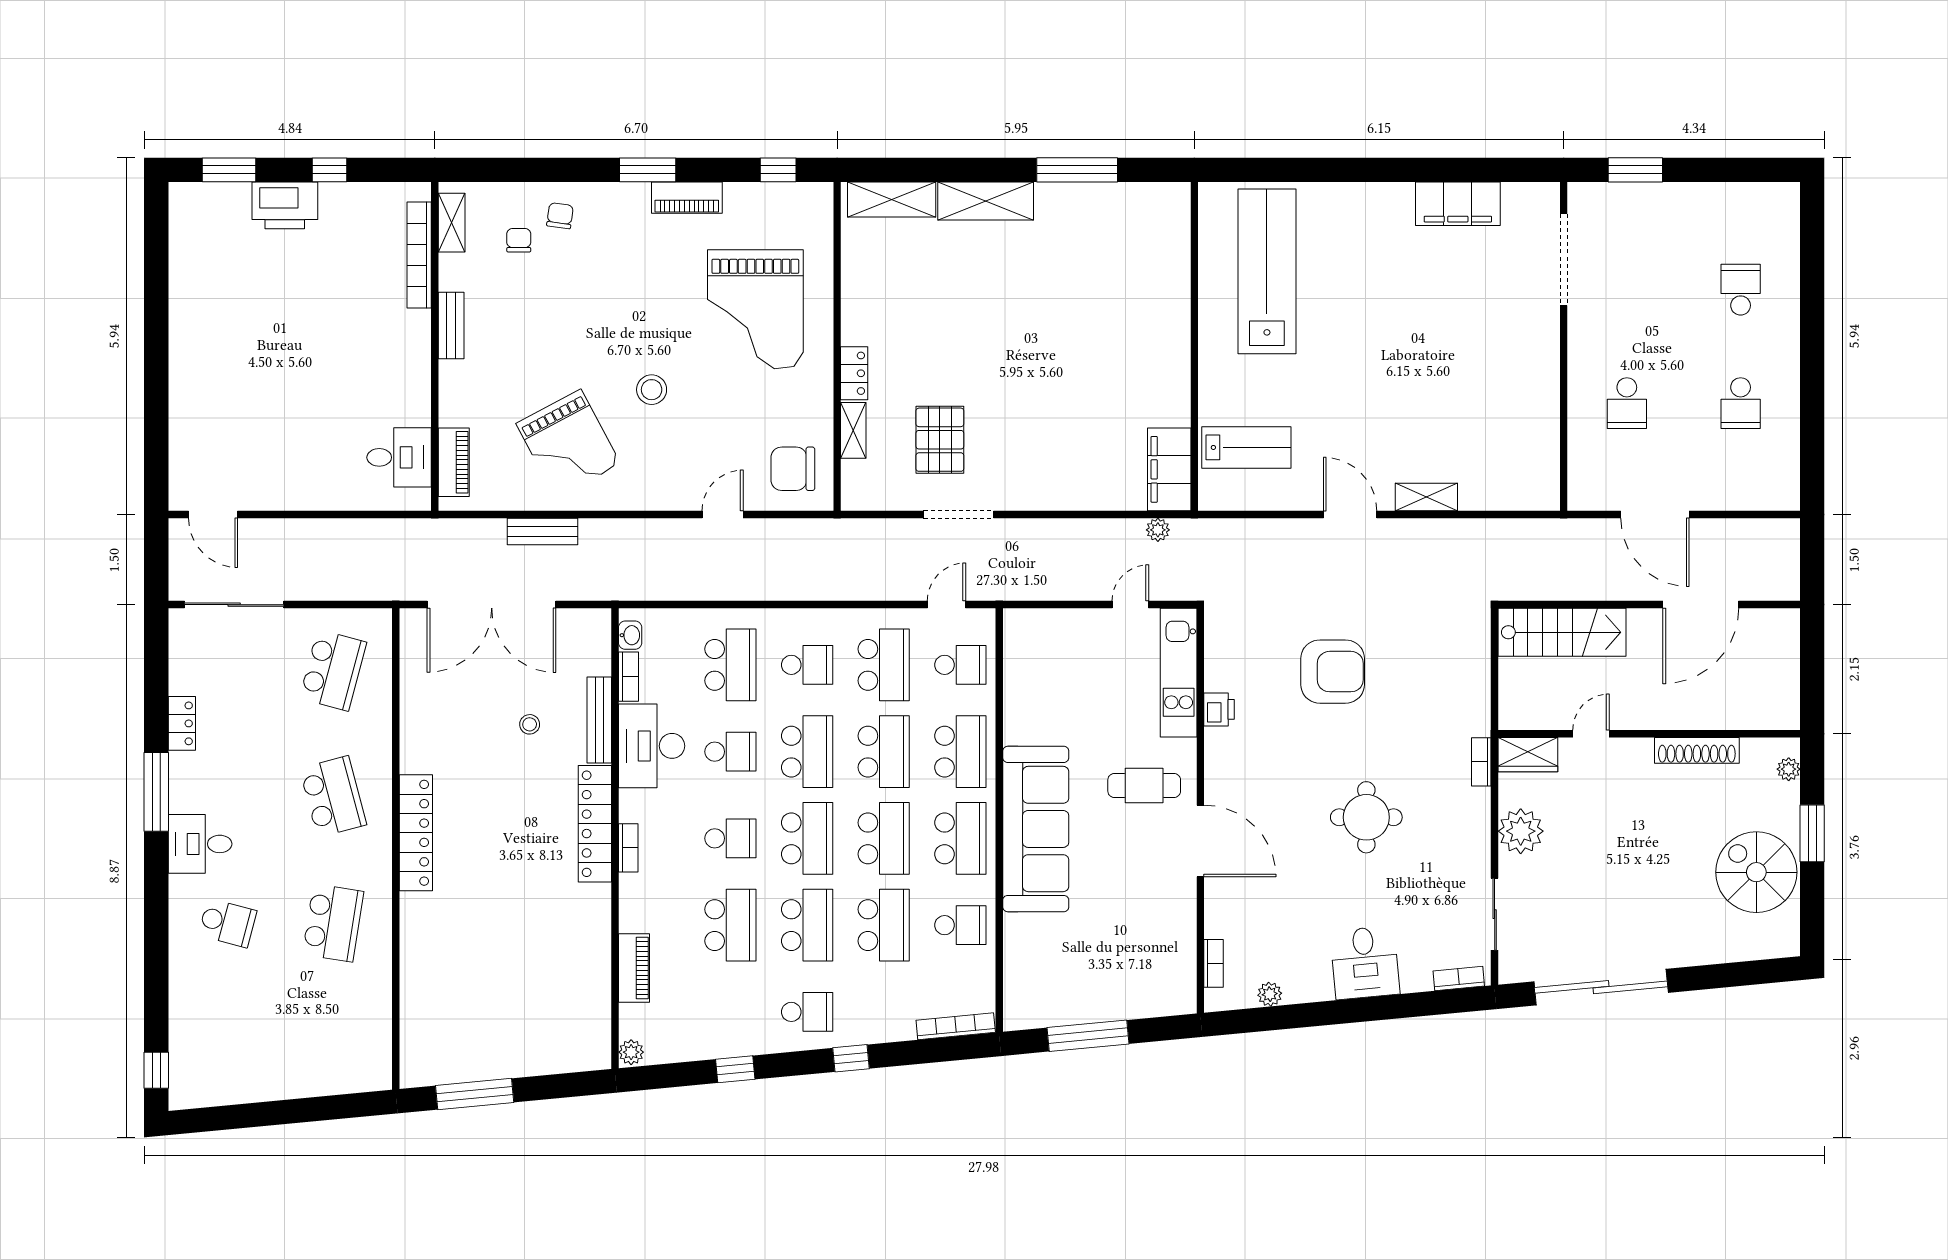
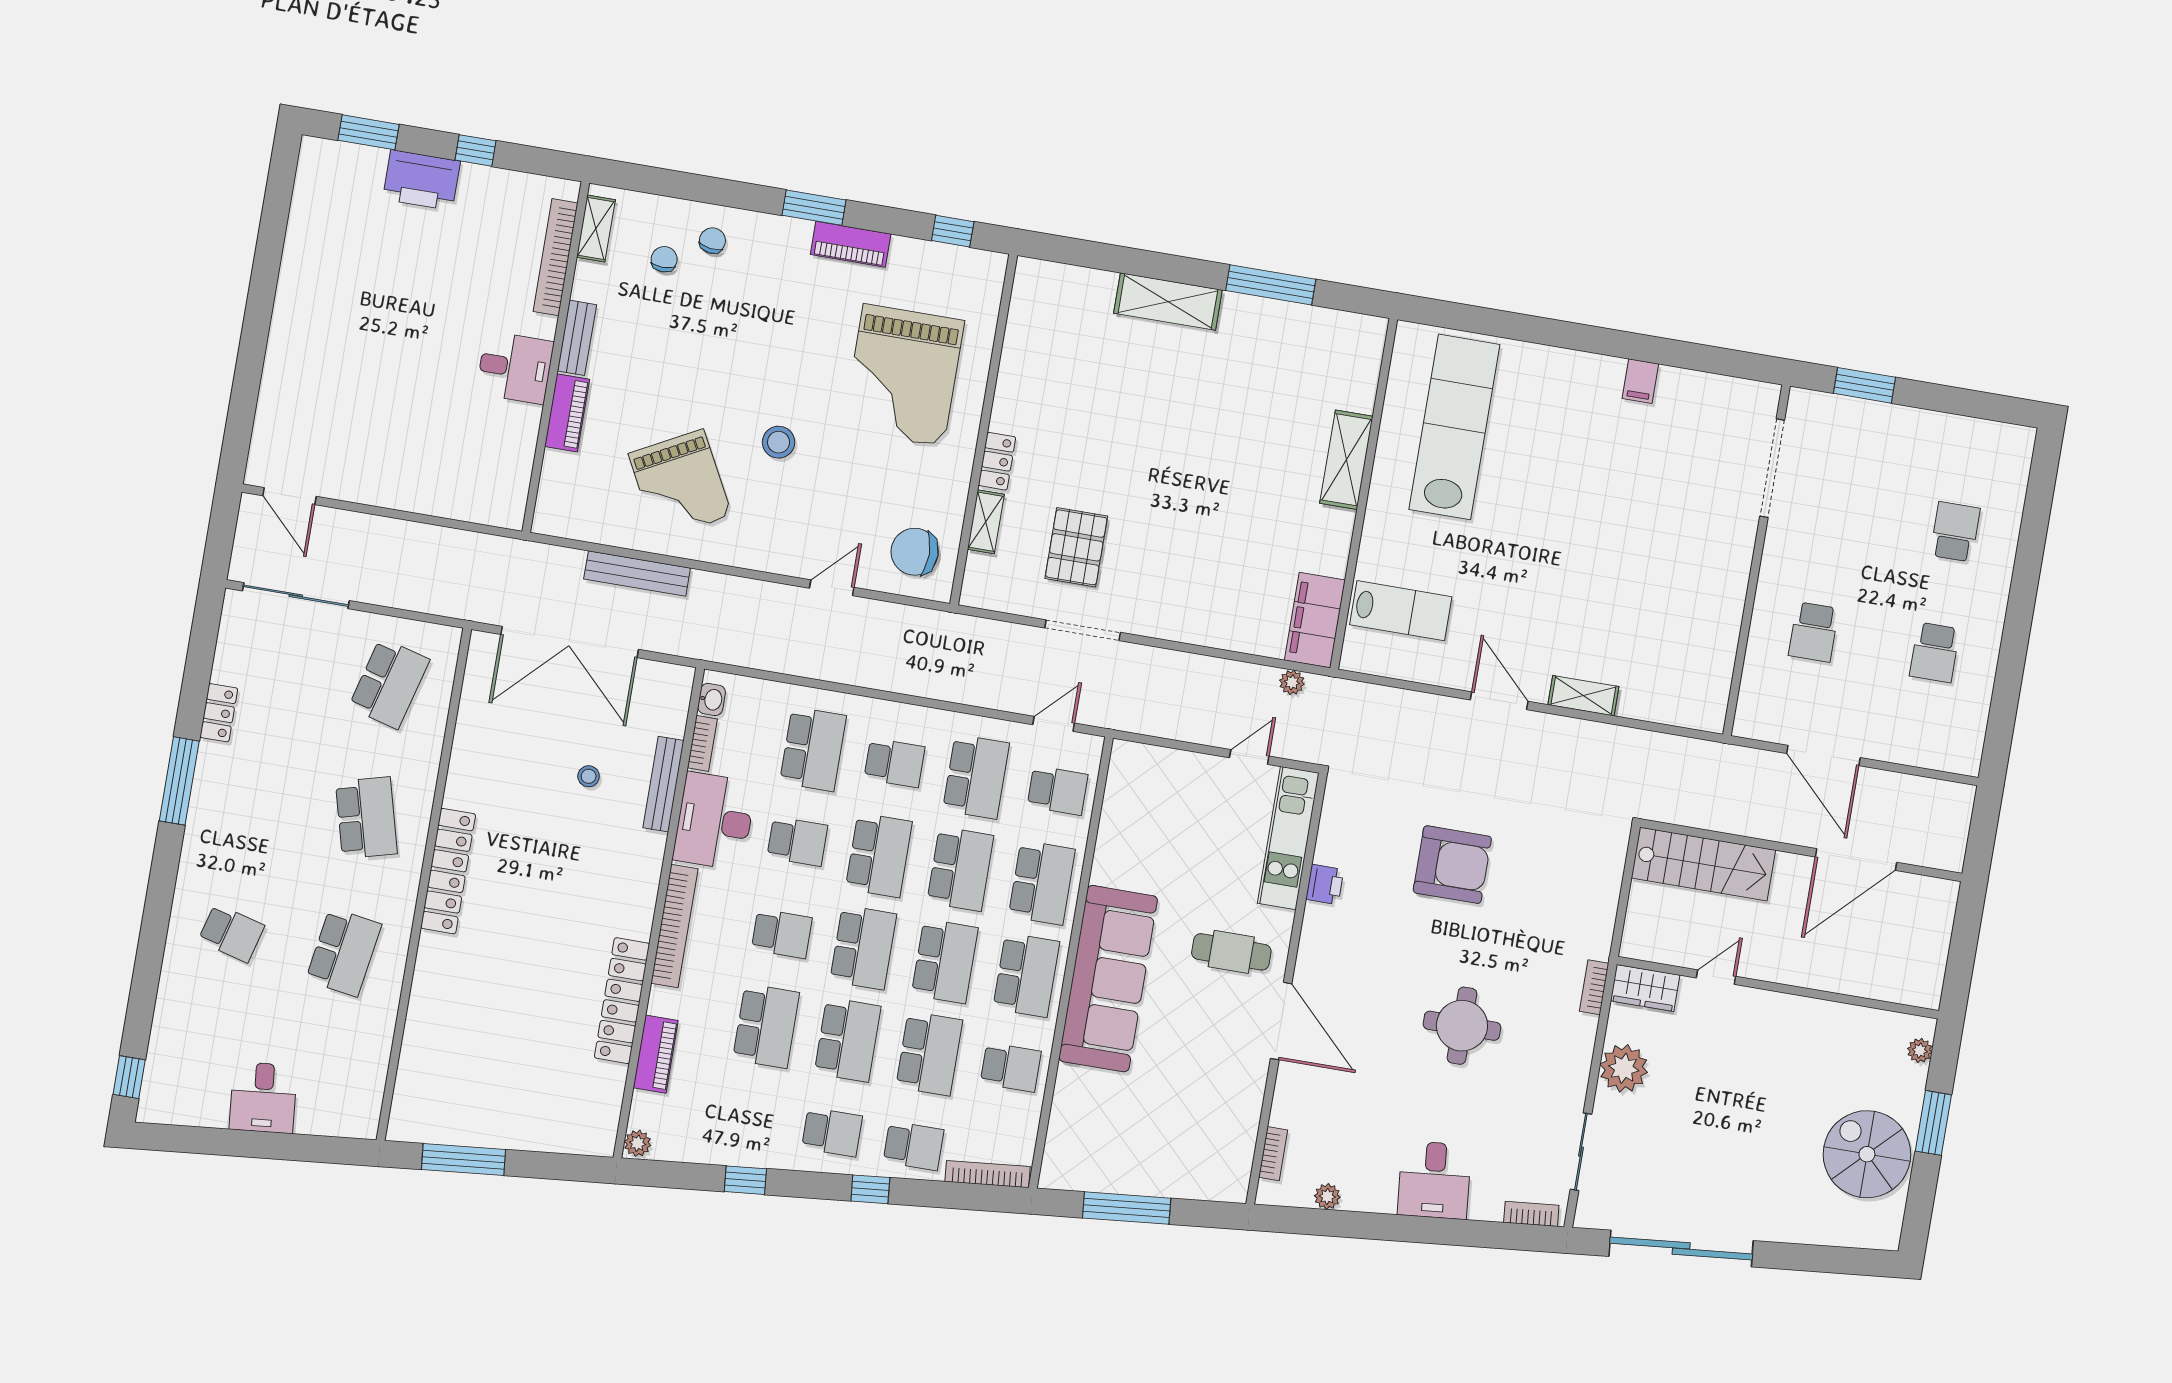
shelving: (892, 199) -> (1346, 460), moved, turned 90
filing cabinet: (1458, 204) -> (1640, 381), width x0.33, depth x0.86
desk: (399, 457) -> (515, 368), moved
piano: (454, 462) -> (567, 413), moved
bench: (543, 532) -> (637, 573), width x1.36
shoe rack: (1697, 750) -> (1826, 1014), removed
locker: (595, 824) -> (622, 1001), moved
desk: (200, 844) -> (263, 1098), moved, turned -95
bookcase: (628, 848) -> (674, 926), width x2.31, depth x1.31
school desk: (884, 1012) -> (914, 1146), added

